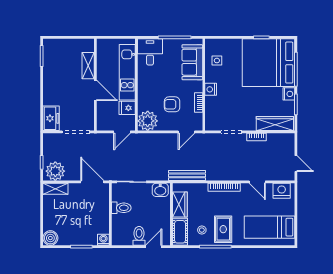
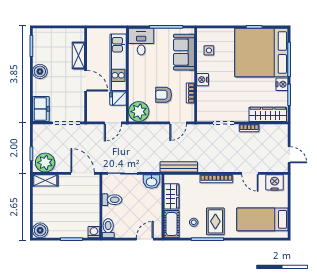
boiler: (50, 81) -> (40, 71), added
toilet: (139, 236) -> (108, 228), moved

